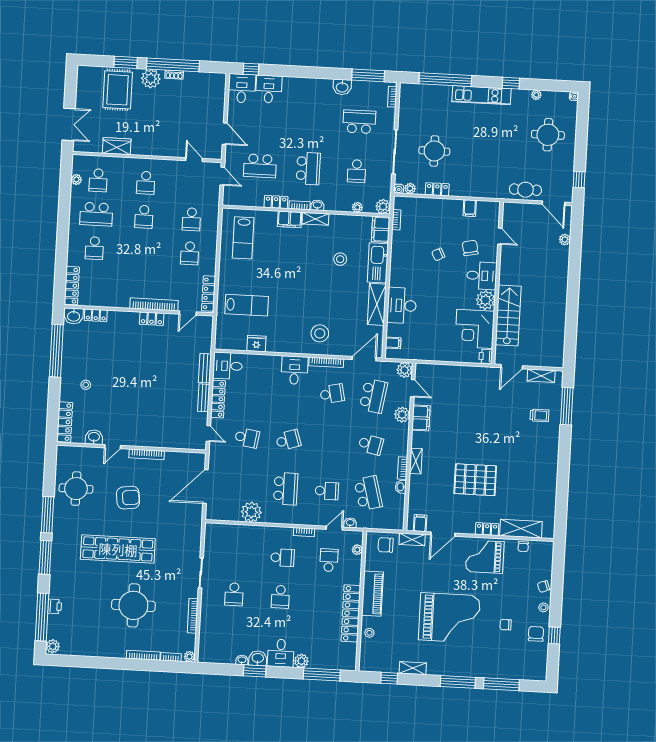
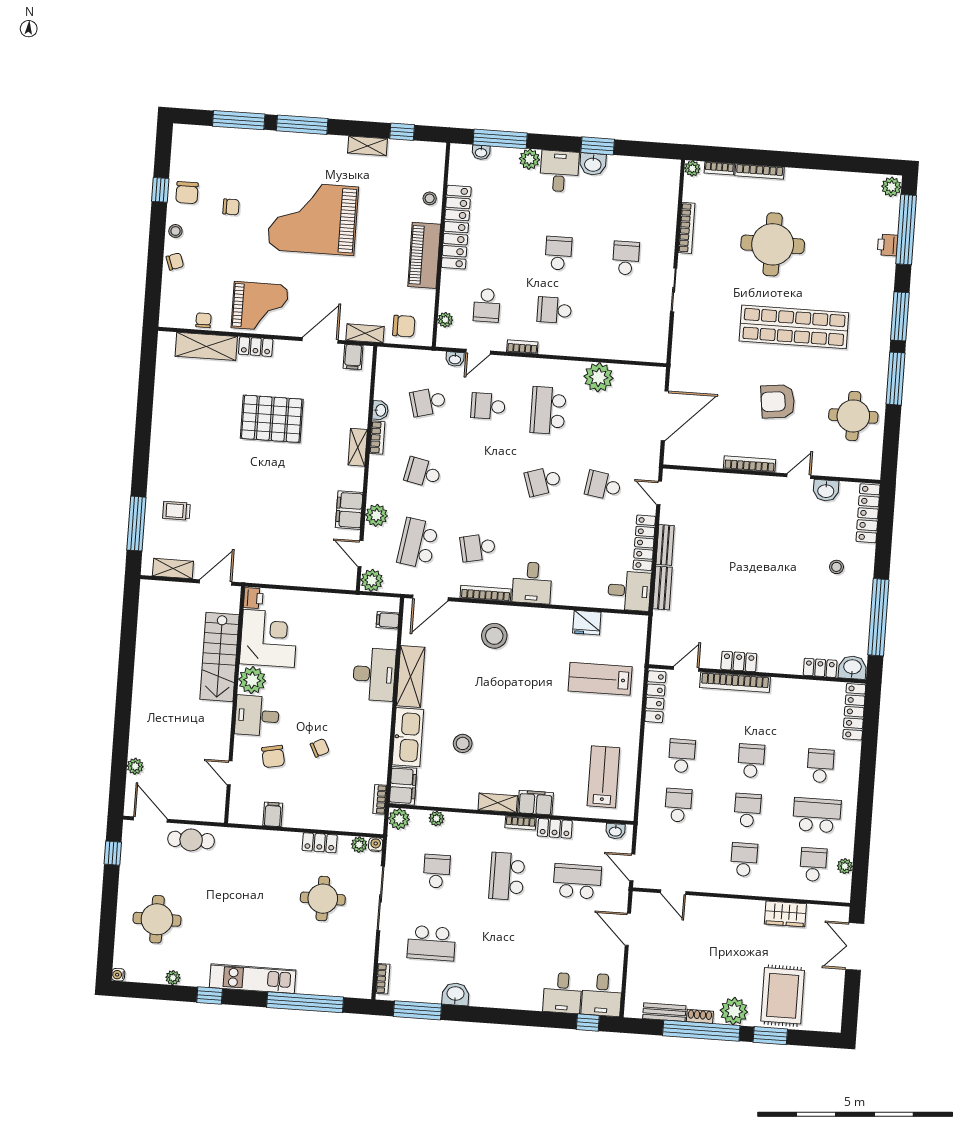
bench: (199, 77) -> (664, 1012), added
washbasin: (317, 205) -> (615, 831), moved
school desk: (142, 251) -> (751, 761), added
school desk: (368, 493) -> (428, 402), width x0.54
washbasin: (242, 660) -> (481, 152), moved

